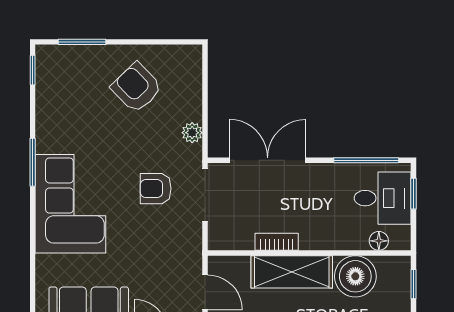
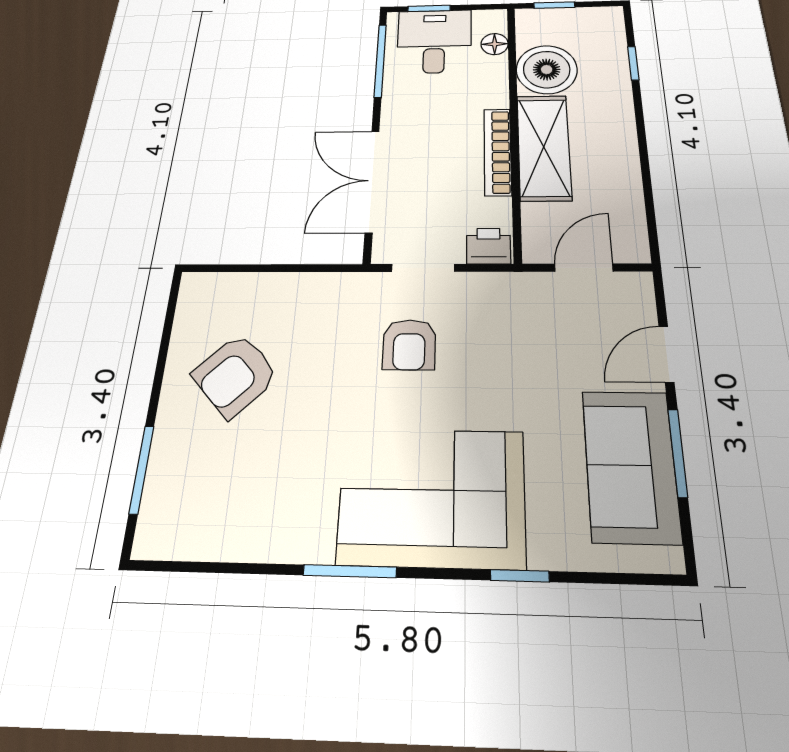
window: (33, 70) -> (520, 576), moved
plant: (192, 133) -> (320, 287), removed
doorway: (205, 195) -> (423, 268), width x0.73
printer: (220, 235) -> (489, 246), added
bookcase: (277, 242) -> (498, 152), width x1.56

